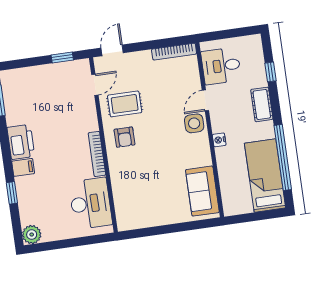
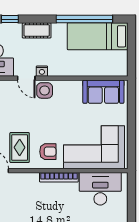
nightstand: (219, 140) -> (42, 71), moved
corner sofa: (137, 189) -> (94, 147), added

